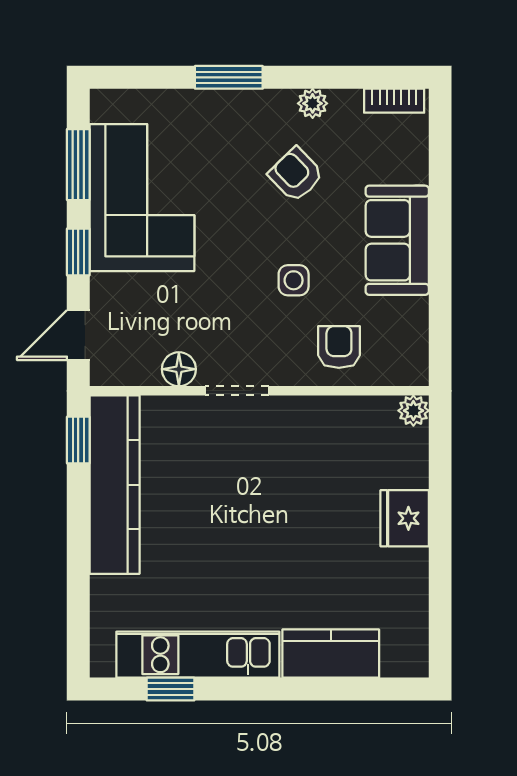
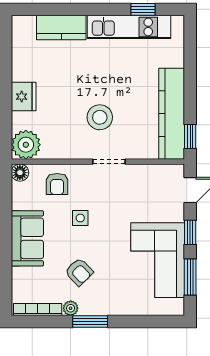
window: (229, 77) -> (90, 322), moved
bookcase: (394, 101) -> (38, 310), width x1.56
floor lamp: (179, 369) -> (20, 173), moved
plant: (413, 411) -> (26, 145), width x1.87, depth x1.87
stool: (255, 478) -> (100, 117), added

